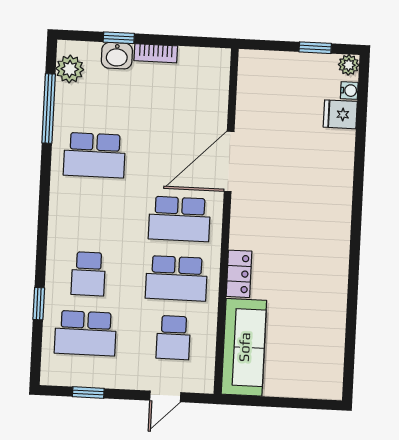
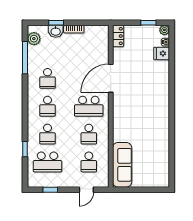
school desk: (94, 155) -> (47, 78), width x0.54
school desk: (91, 215) -> (47, 106), added
locker: (239, 274) -> (118, 36), moved
school desk: (176, 278) -> (89, 134), width x0.54

